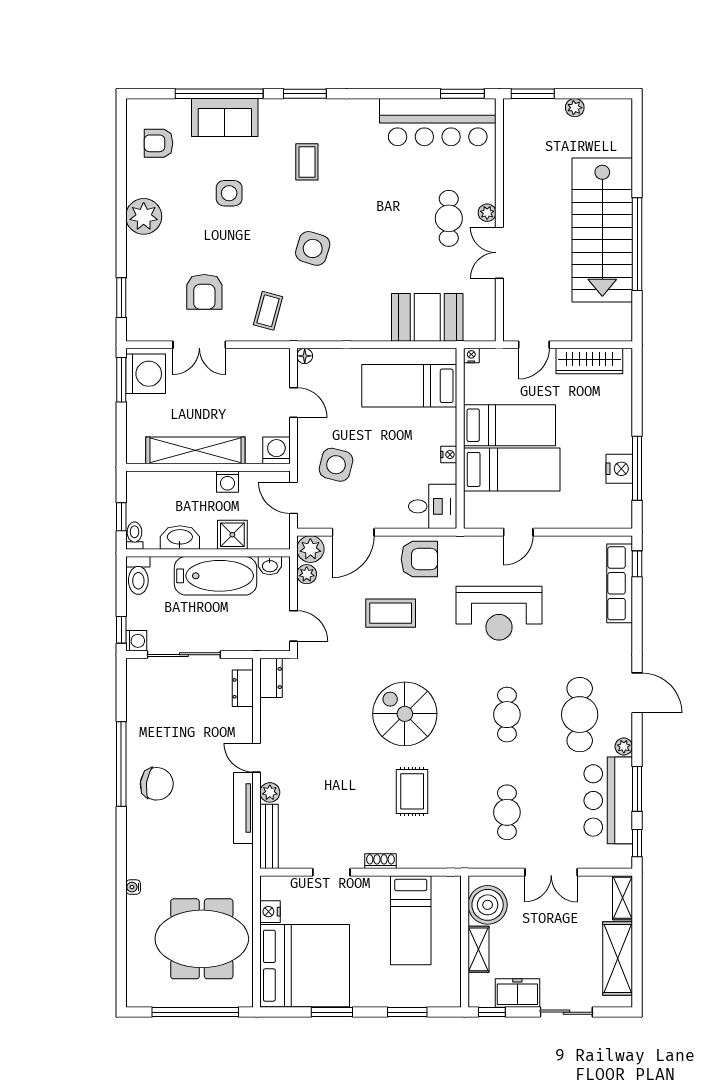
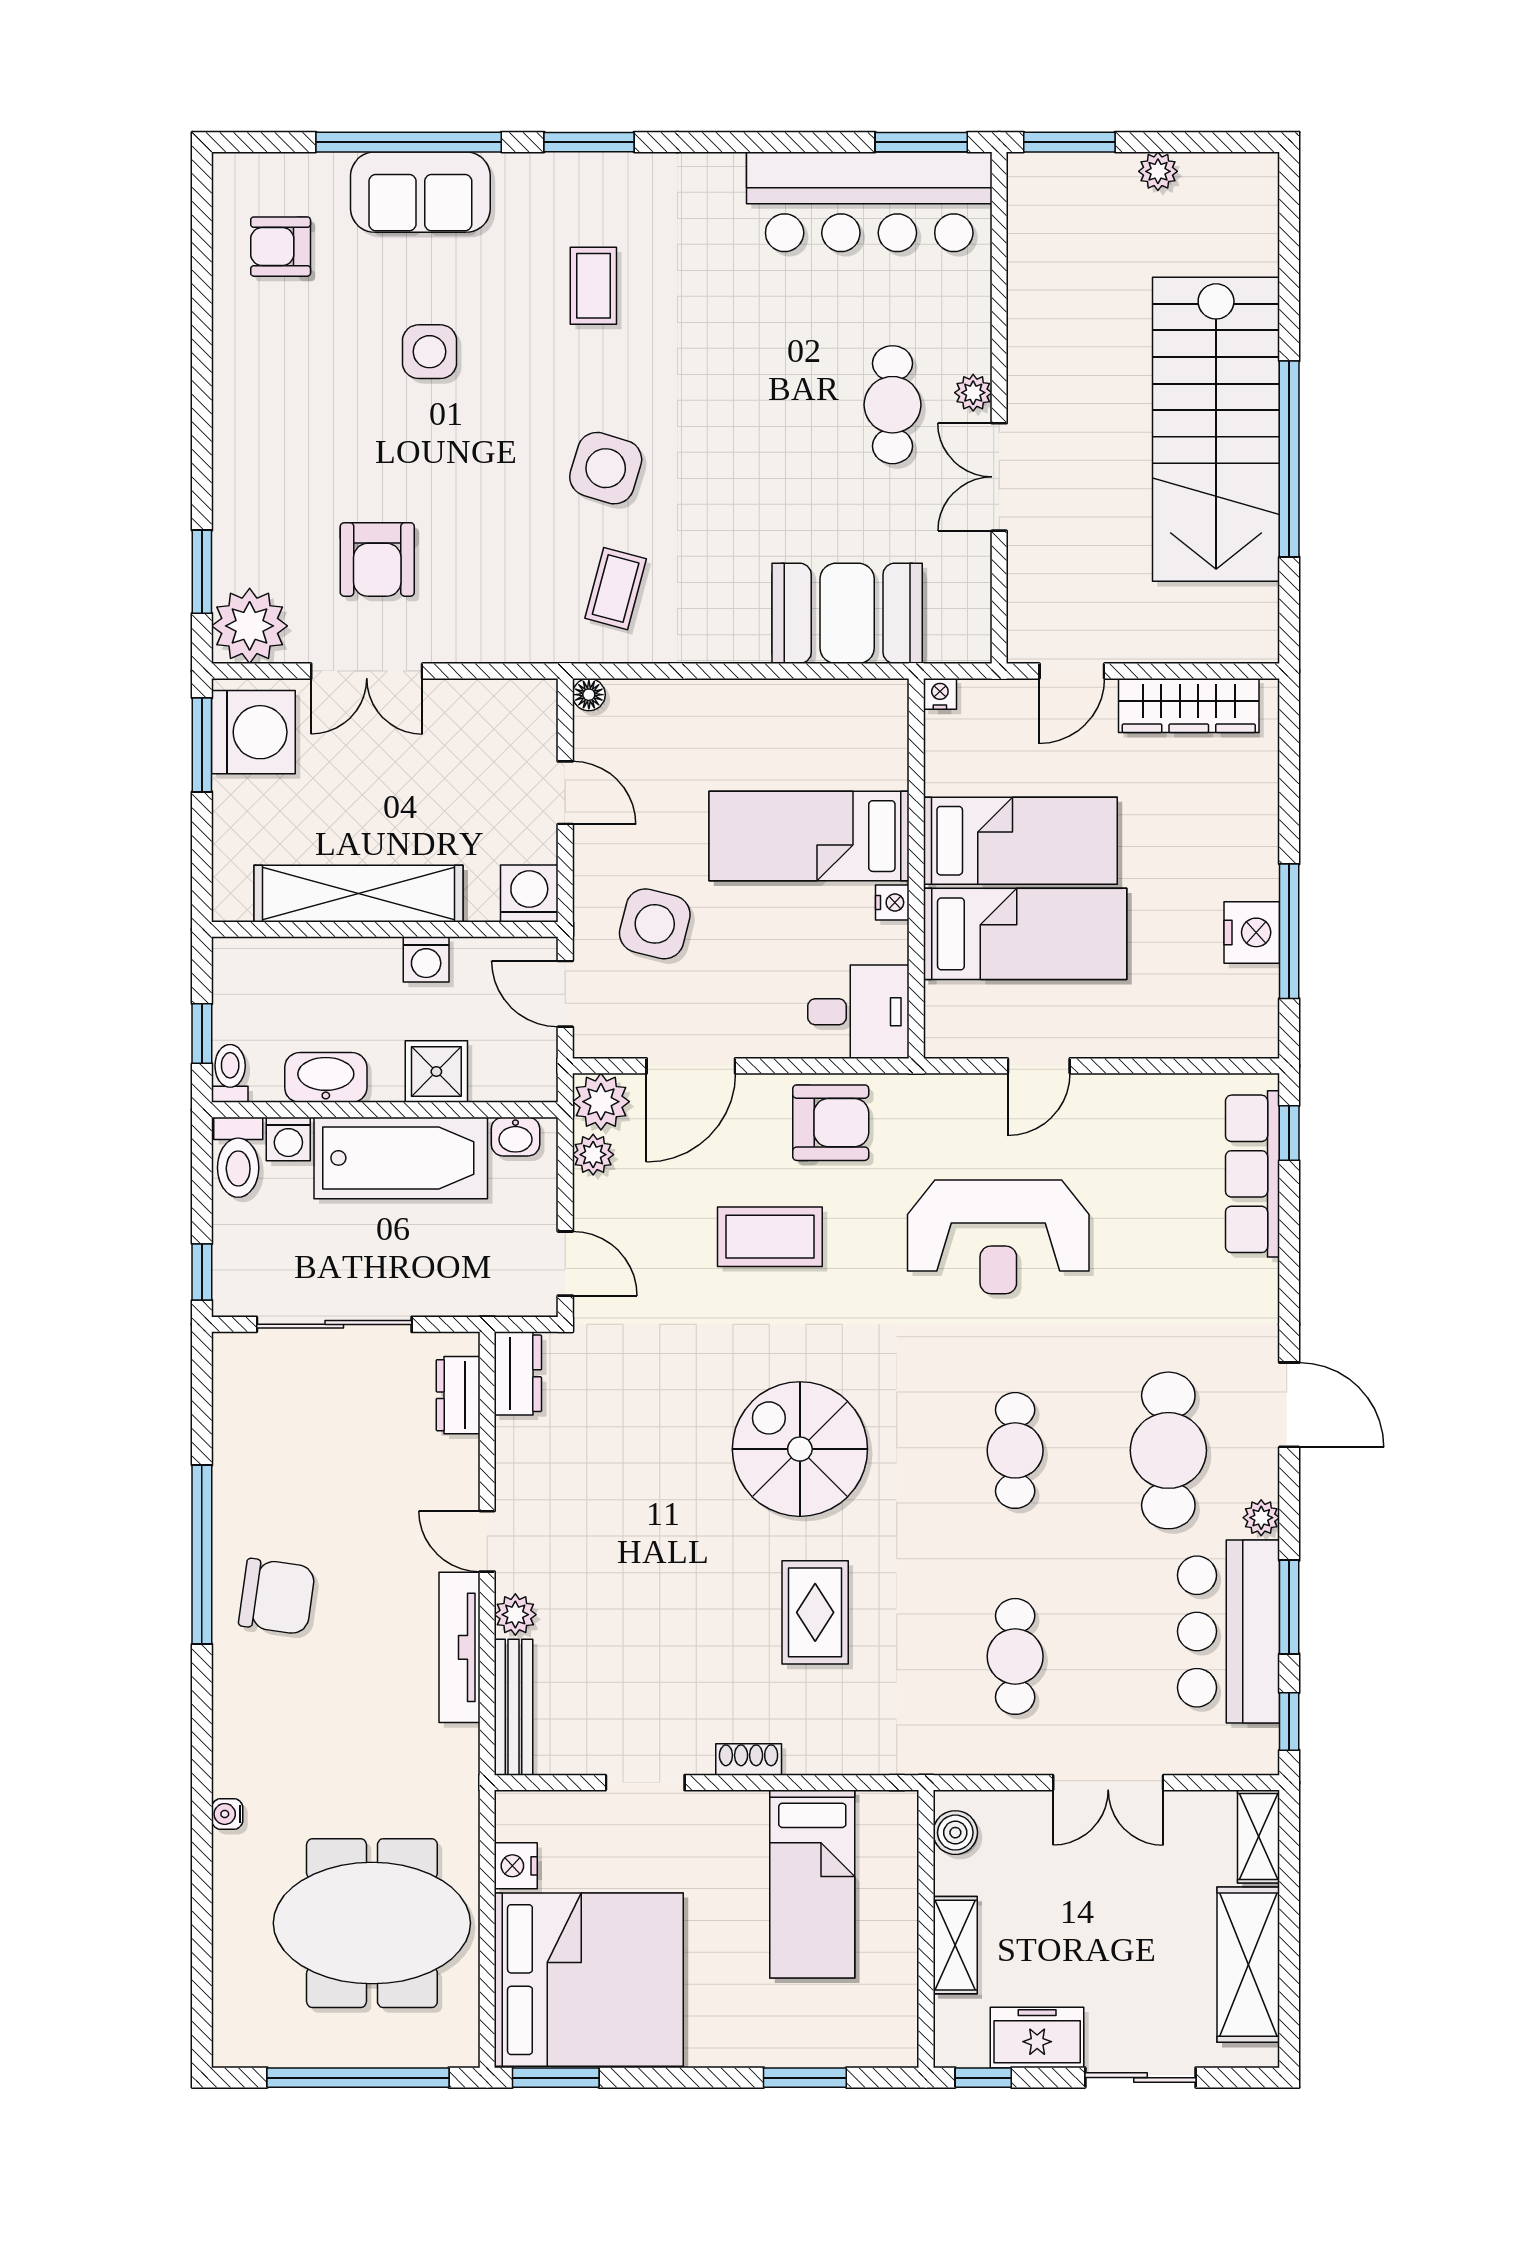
plant: (144, 216) -> (250, 626), moved
coffee table: (268, 311) -> (616, 589), moved
bed: (409, 386) -> (809, 836), moved
washing machine: (136, 641) -> (288, 1139), moved, turned 90
boiler: (488, 905) -> (955, 1833), width x0.54, depth x0.54
window: (332, 1012) -> (556, 2078), moved

